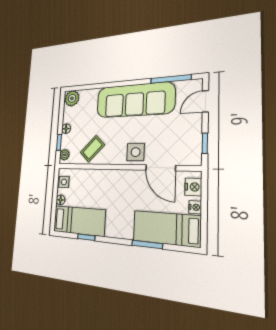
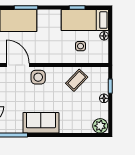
sofa: (135, 100) -> (41, 123), width x0.54, depth x0.79
plant: (65, 155) -> (104, 75), removed
side table: (64, 182) -> (81, 46), moved

